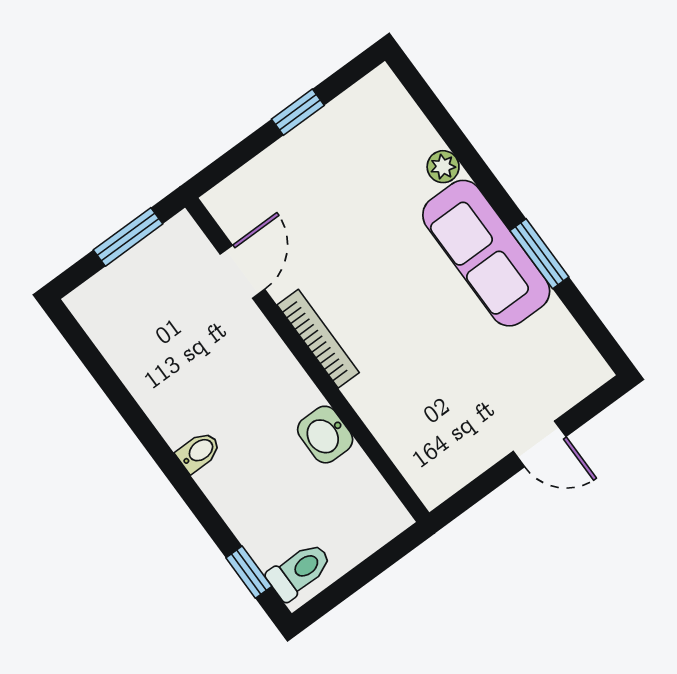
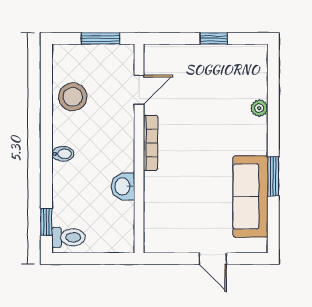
sofa: (486, 253) -> (250, 196), moved
stool: (151, 355) -> (73, 97), added

